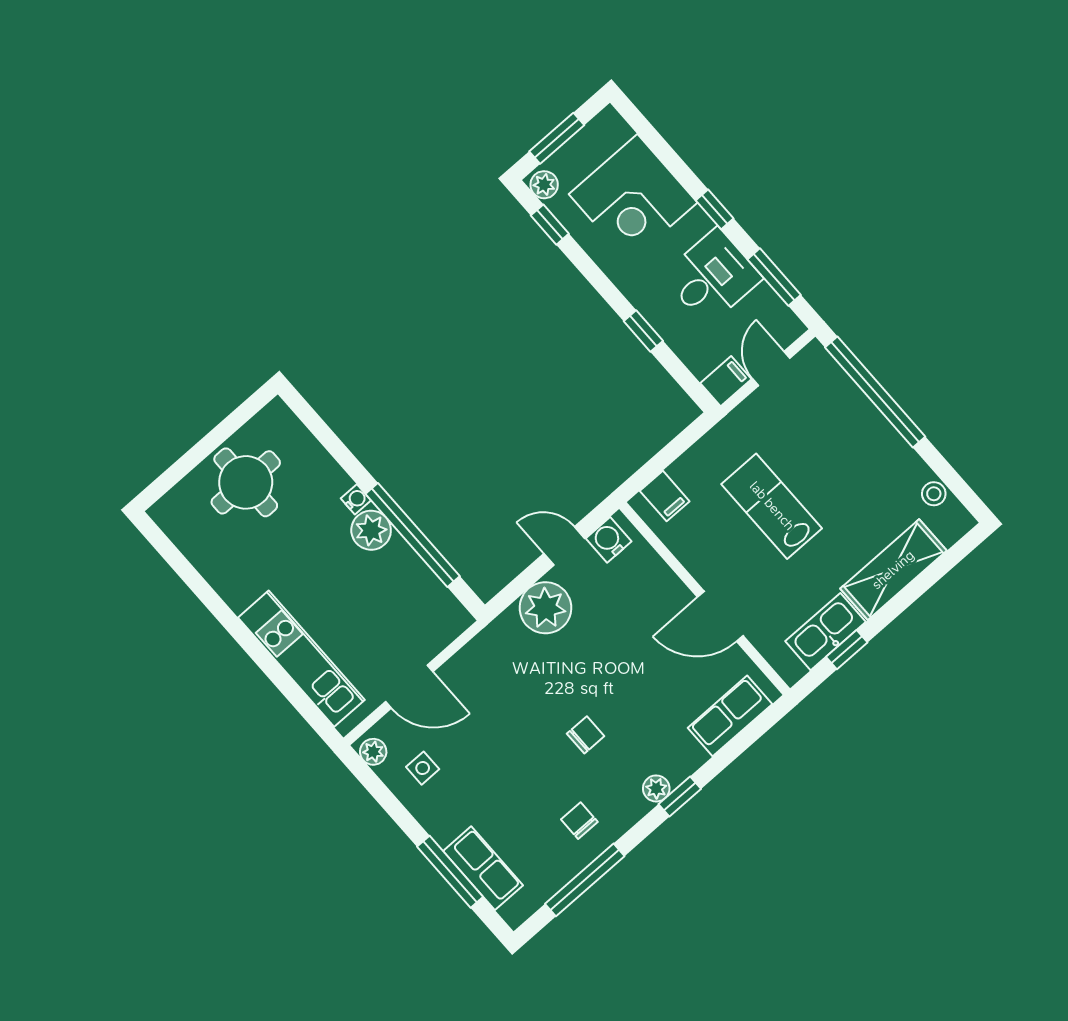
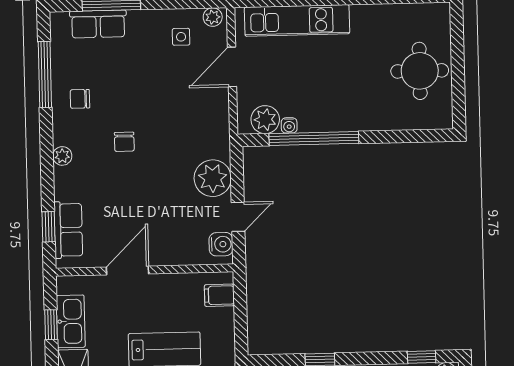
water cooler: (356, 499) -> (289, 125), moved
plant: (371, 530) -> (265, 120), moved
window: (680, 796) -> (49, 227), moved
chair: (579, 821) -> (80, 99), turned 180

